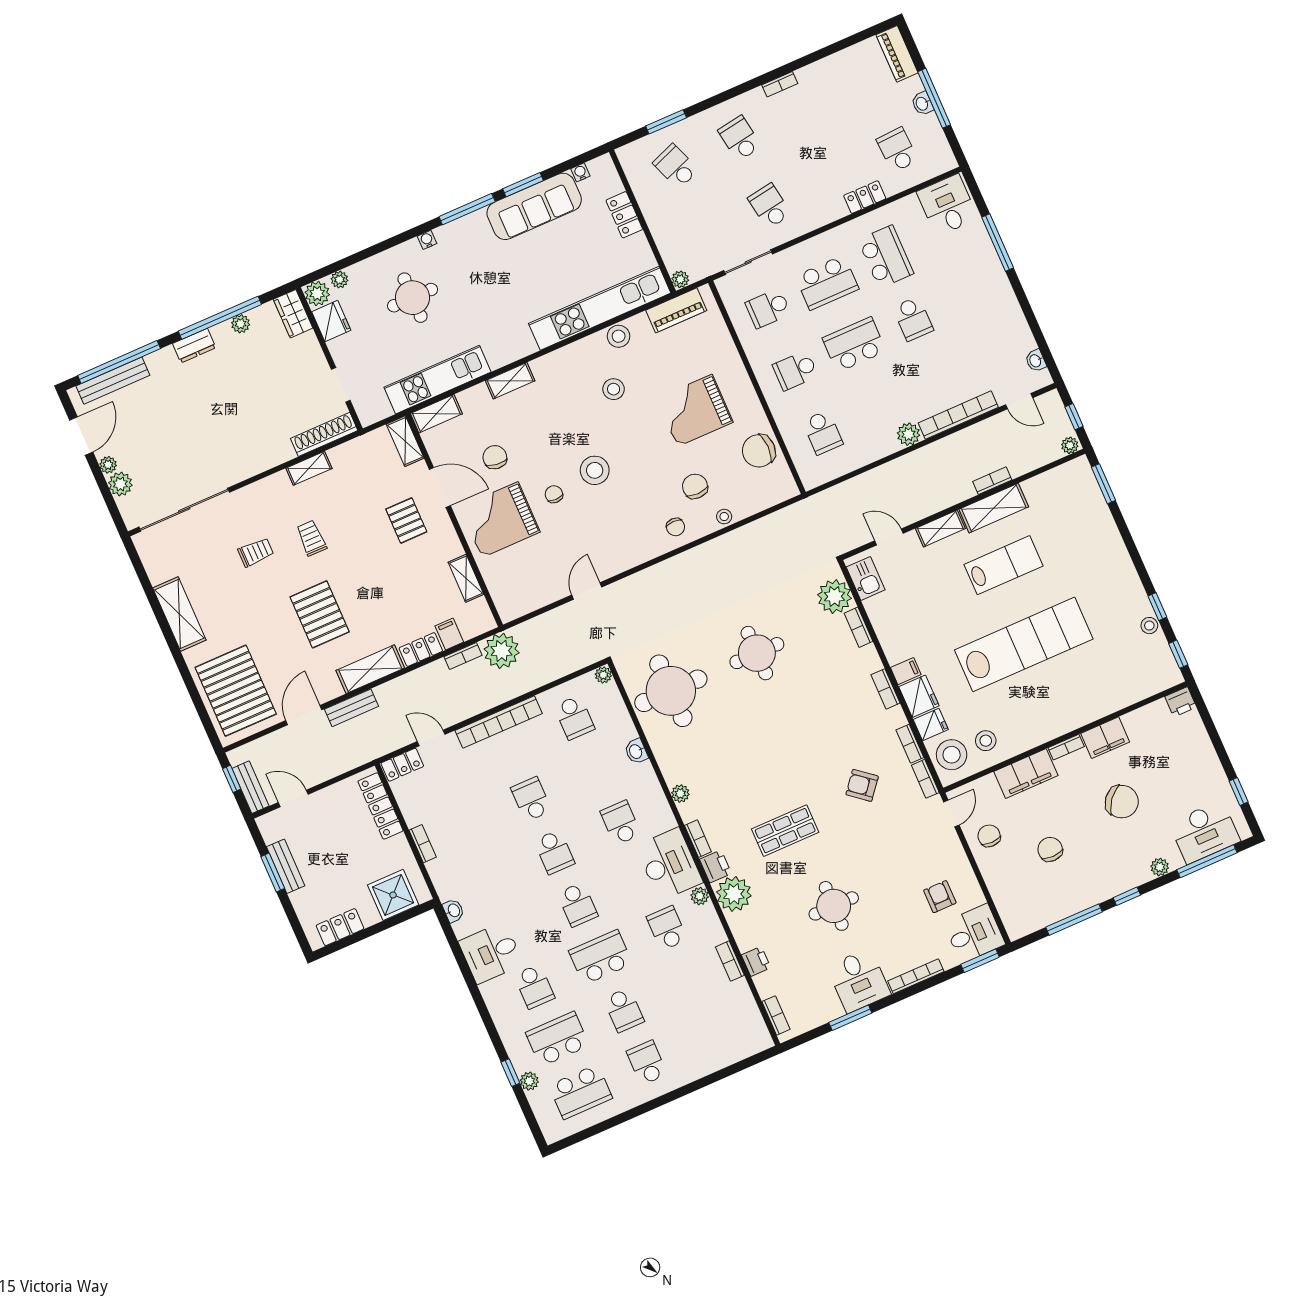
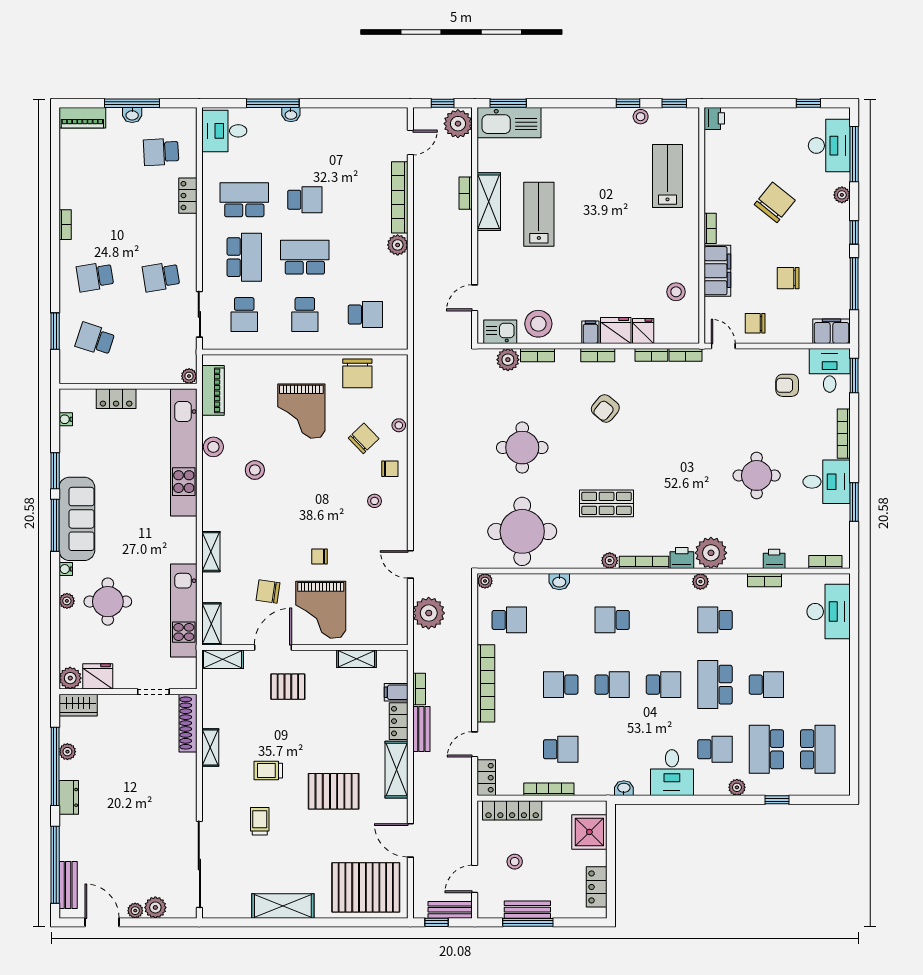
school desk: (676, 166) -> (95, 339), turned 39
sofa: (534, 206) -> (77, 519), moved
plant: (339, 280) -> (67, 601), moved
school desk: (854, 345) -> (305, 257), turned 90
washbasin: (1036, 361) -> (291, 115), moved
bench: (113, 381) -> (68, 885), width x0.73
plant: (1070, 445) -> (458, 124), width x1.87, depth x1.87
stool: (595, 470) -> (375, 501), moved, width x0.53, depth x0.53
chair: (695, 486) -> (364, 438), turned 136
kitchen sink: (1084, 493) -> (509, 123), added
shelving: (940, 529) -> (486, 253), removed
plant: (834, 596) -> (508, 360), width x0.73, depth x0.73
lab bench: (1024, 644) -> (668, 176), moved, width x0.54, depth x0.72
plant: (502, 651) -> (429, 613), moved
bench: (351, 708) -> (421, 729), moved
filing cabinet: (1105, 738) -> (831, 331), moved, turned -90
stool: (952, 755) -> (538, 324), moved
armchair: (862, 785) -> (605, 408), moved
shop shelf: (785, 831) -> (607, 503), moved, turned 90
stool: (329, 832) -> (515, 862), added
bookcase: (698, 839) -> (644, 562), width x1.56
bookcase: (423, 844) -> (549, 789), width x1.56
desk: (669, 864) -> (829, 612), moved, turned 90
window: (273, 872) -> (528, 922), width x1.44
school desk: (647, 1063) -> (561, 749), moved, turned 180
plant: (529, 1081) -> (737, 787), moved

